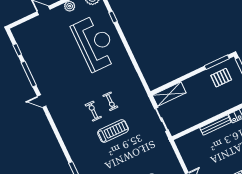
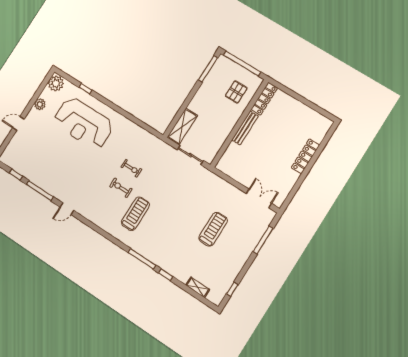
reception desk: (95, 43) -> (83, 123), turned 180
pallet: (221, 78) -> (236, 92), moved
treadmill: (113, 131) -> (135, 214), moved

